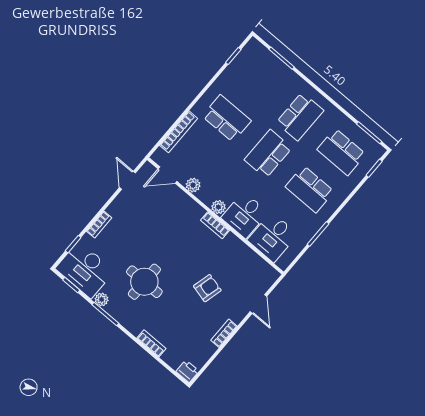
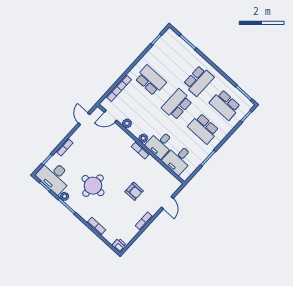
armchair: (207, 288) -> (134, 191), turned 76

